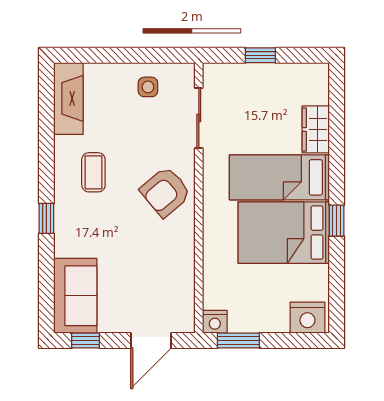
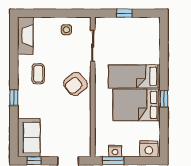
wardrobe: (316, 129) -> (153, 52), removed
nightstand: (215, 322) -> (115, 151), moved

